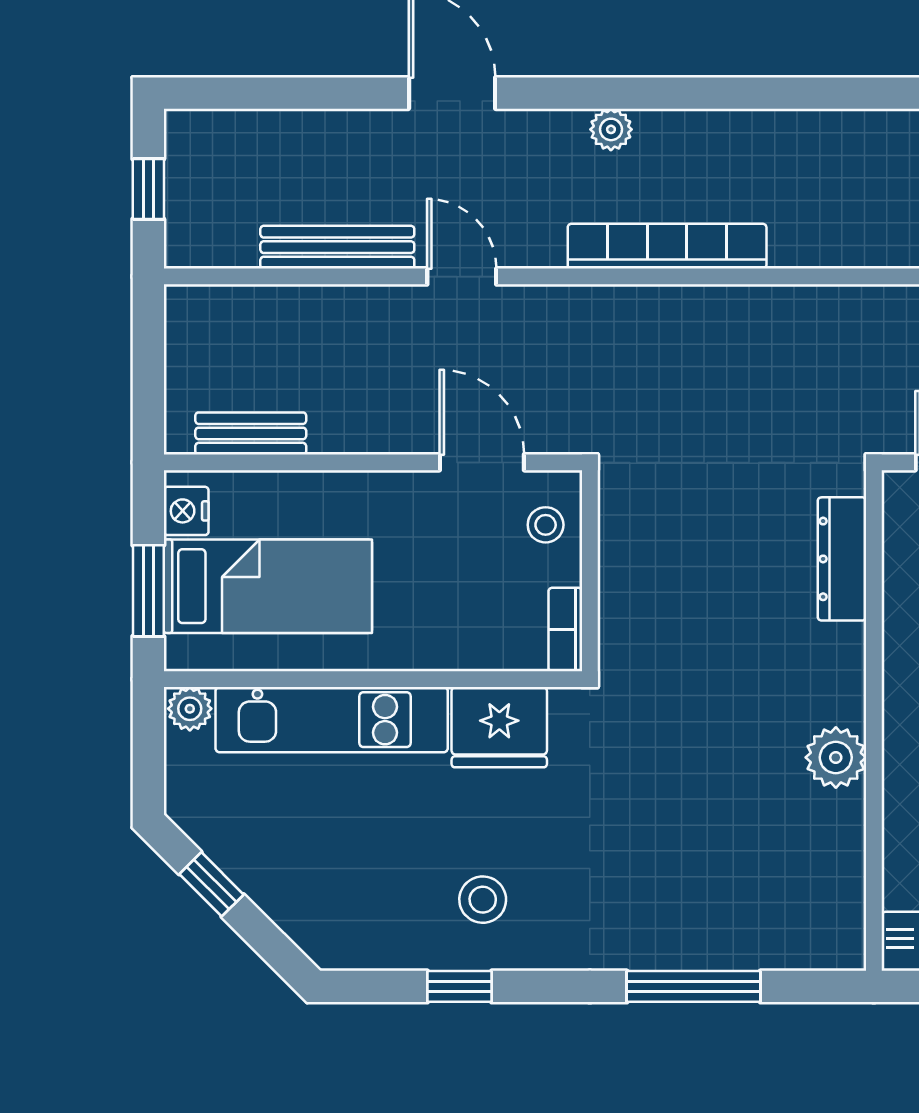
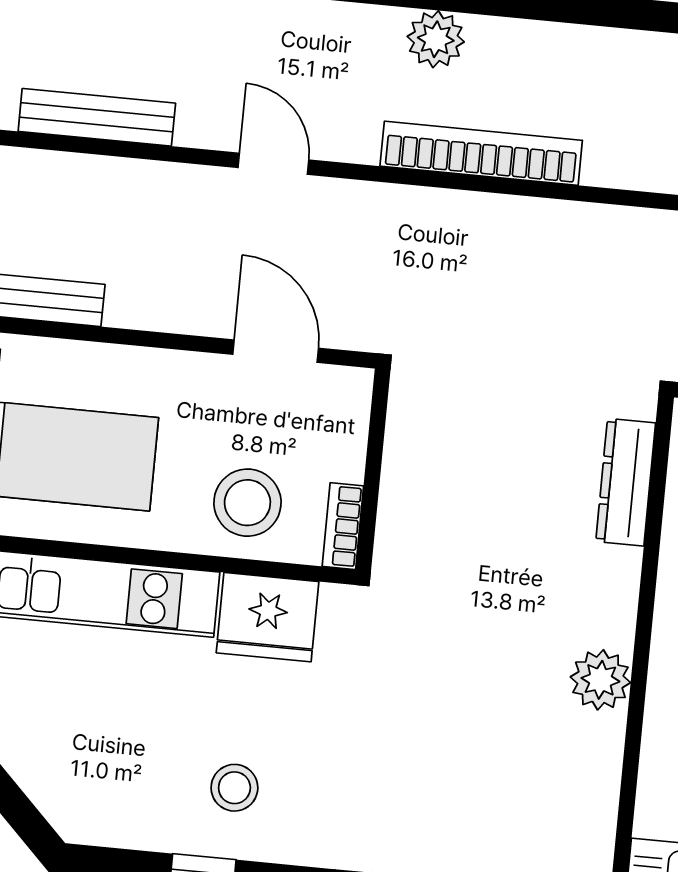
plant: (611, 129) -> (436, 39), width x1.38, depth x1.38
bench: (337, 247) -> (97, 117), moved
stool: (546, 525) -> (247, 503), moved, width x1.89, depth x1.89

